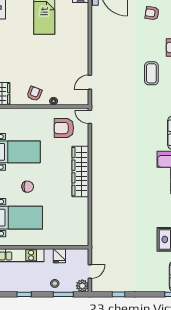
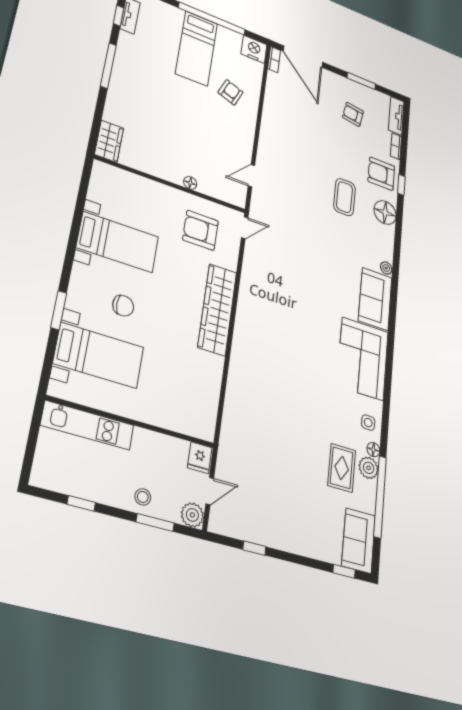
armchair: (34, 94) -> (231, 92), moved
door: (90, 117) -> (245, 228), swing flipped
fridge: (59, 256) -> (200, 458), moved

